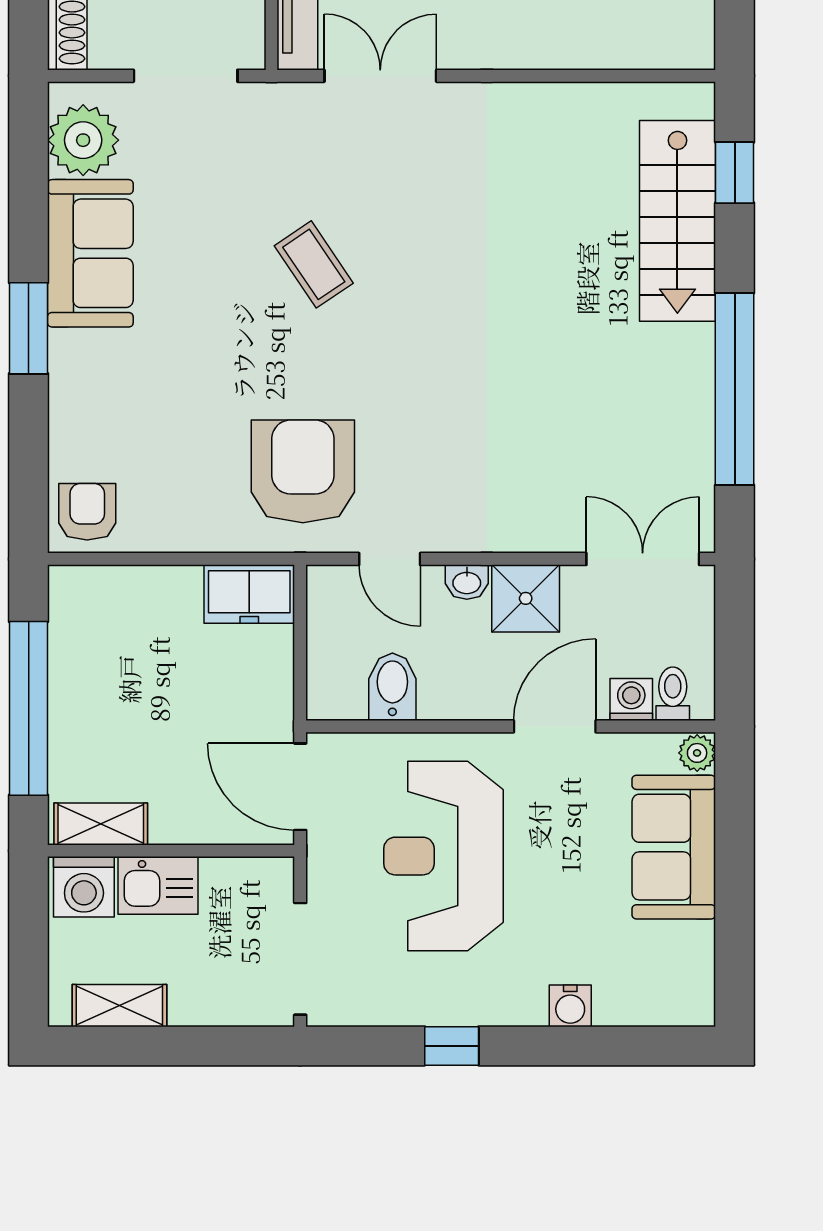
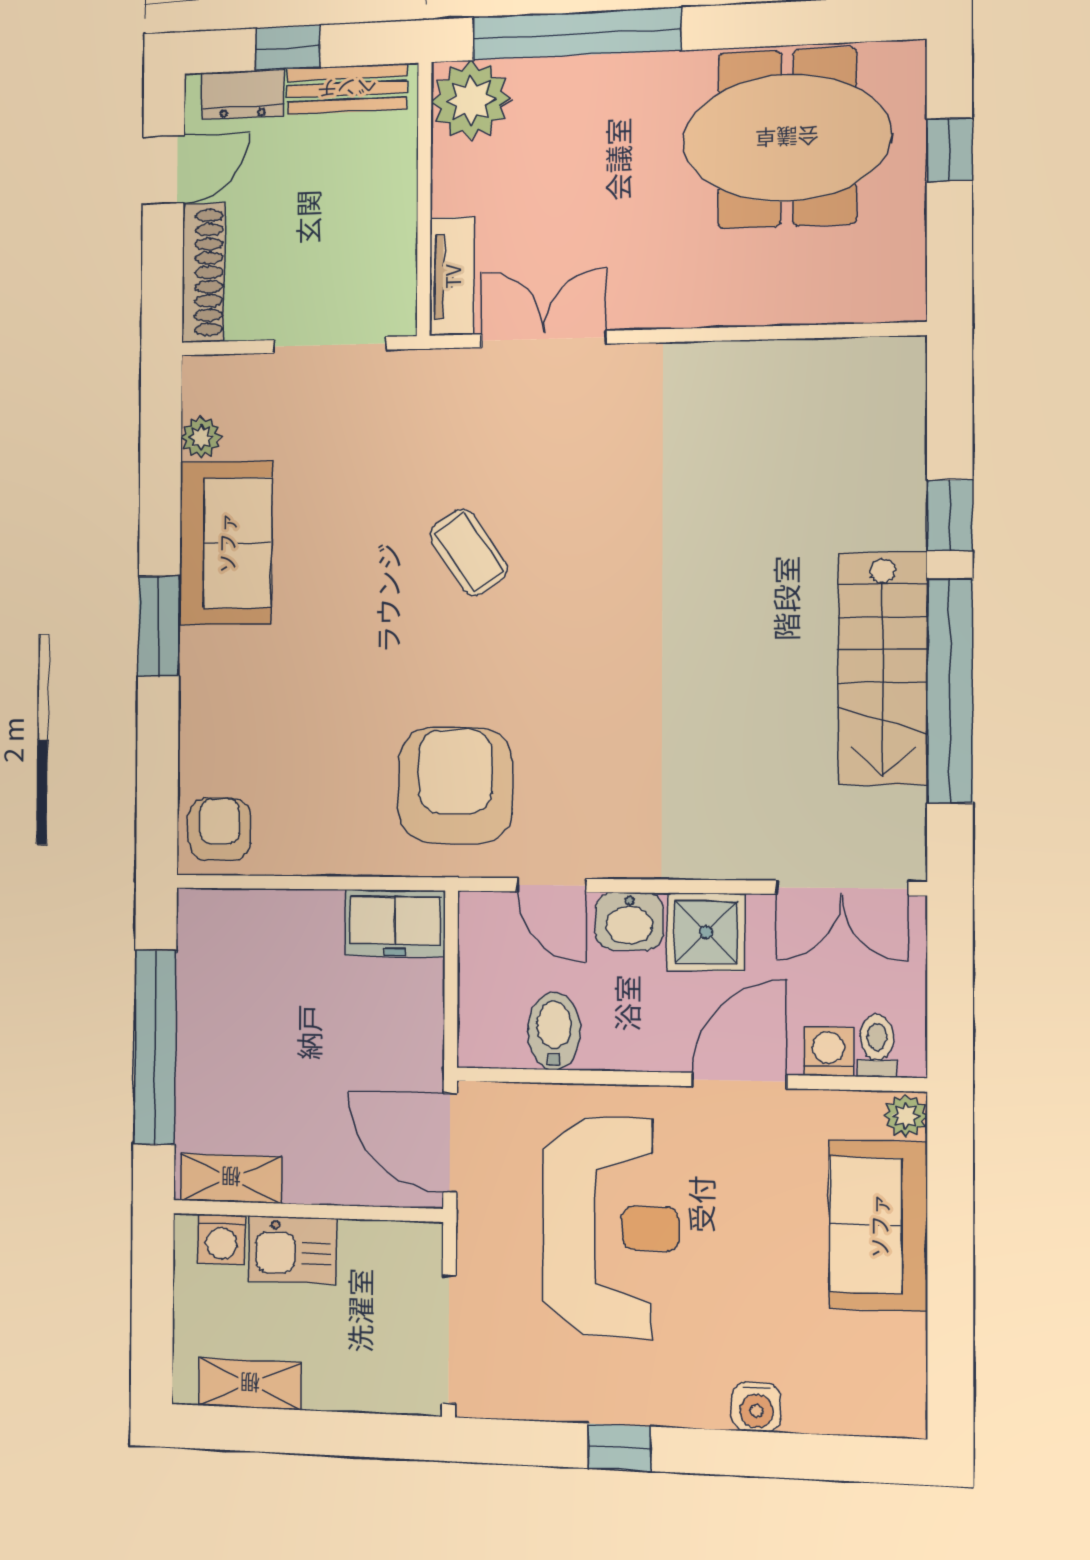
plant: (83, 140) -> (201, 437), width x0.53, depth x0.53
window: (735, 173) -> (950, 515), moved
stairs: (677, 221) -> (883, 668), moved
double door: (643, 559) -> (842, 888), swing flipped
washbasin: (467, 582) -> (629, 921), width x1.38, depth x1.45
reception desk: (444, 856) -> (611, 1227), turned 180
washing machine: (84, 887) -> (221, 1239), width x0.73, depth x0.73

